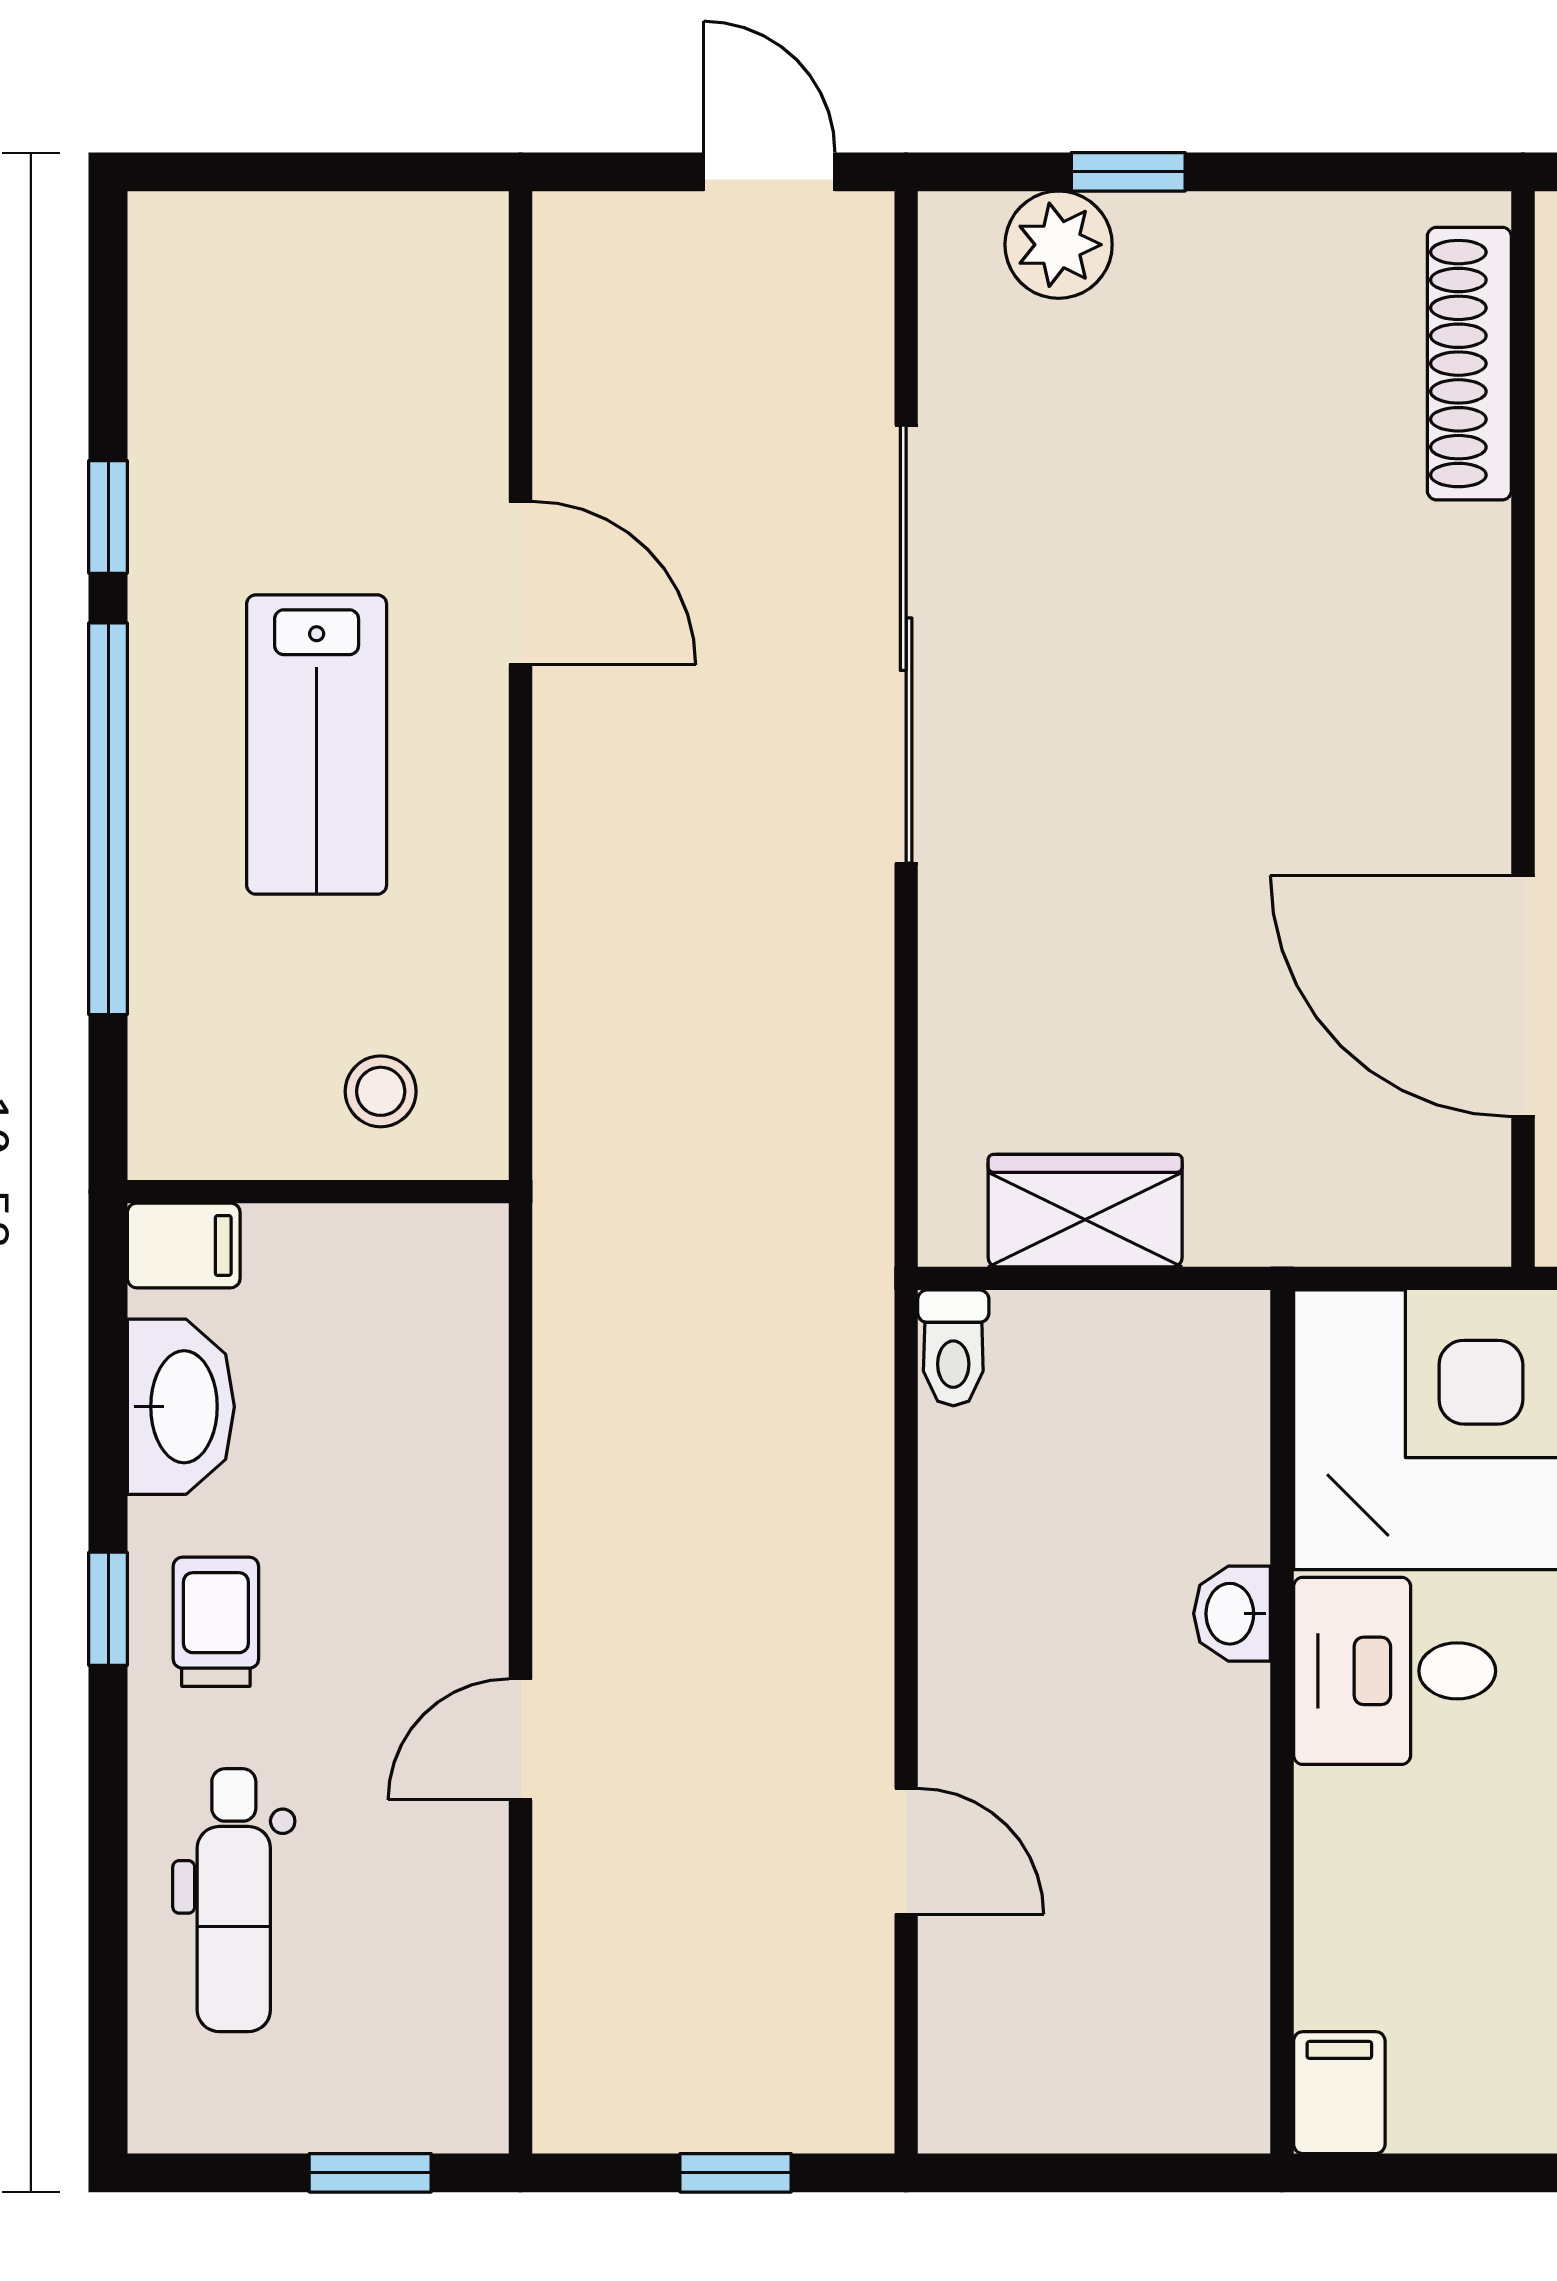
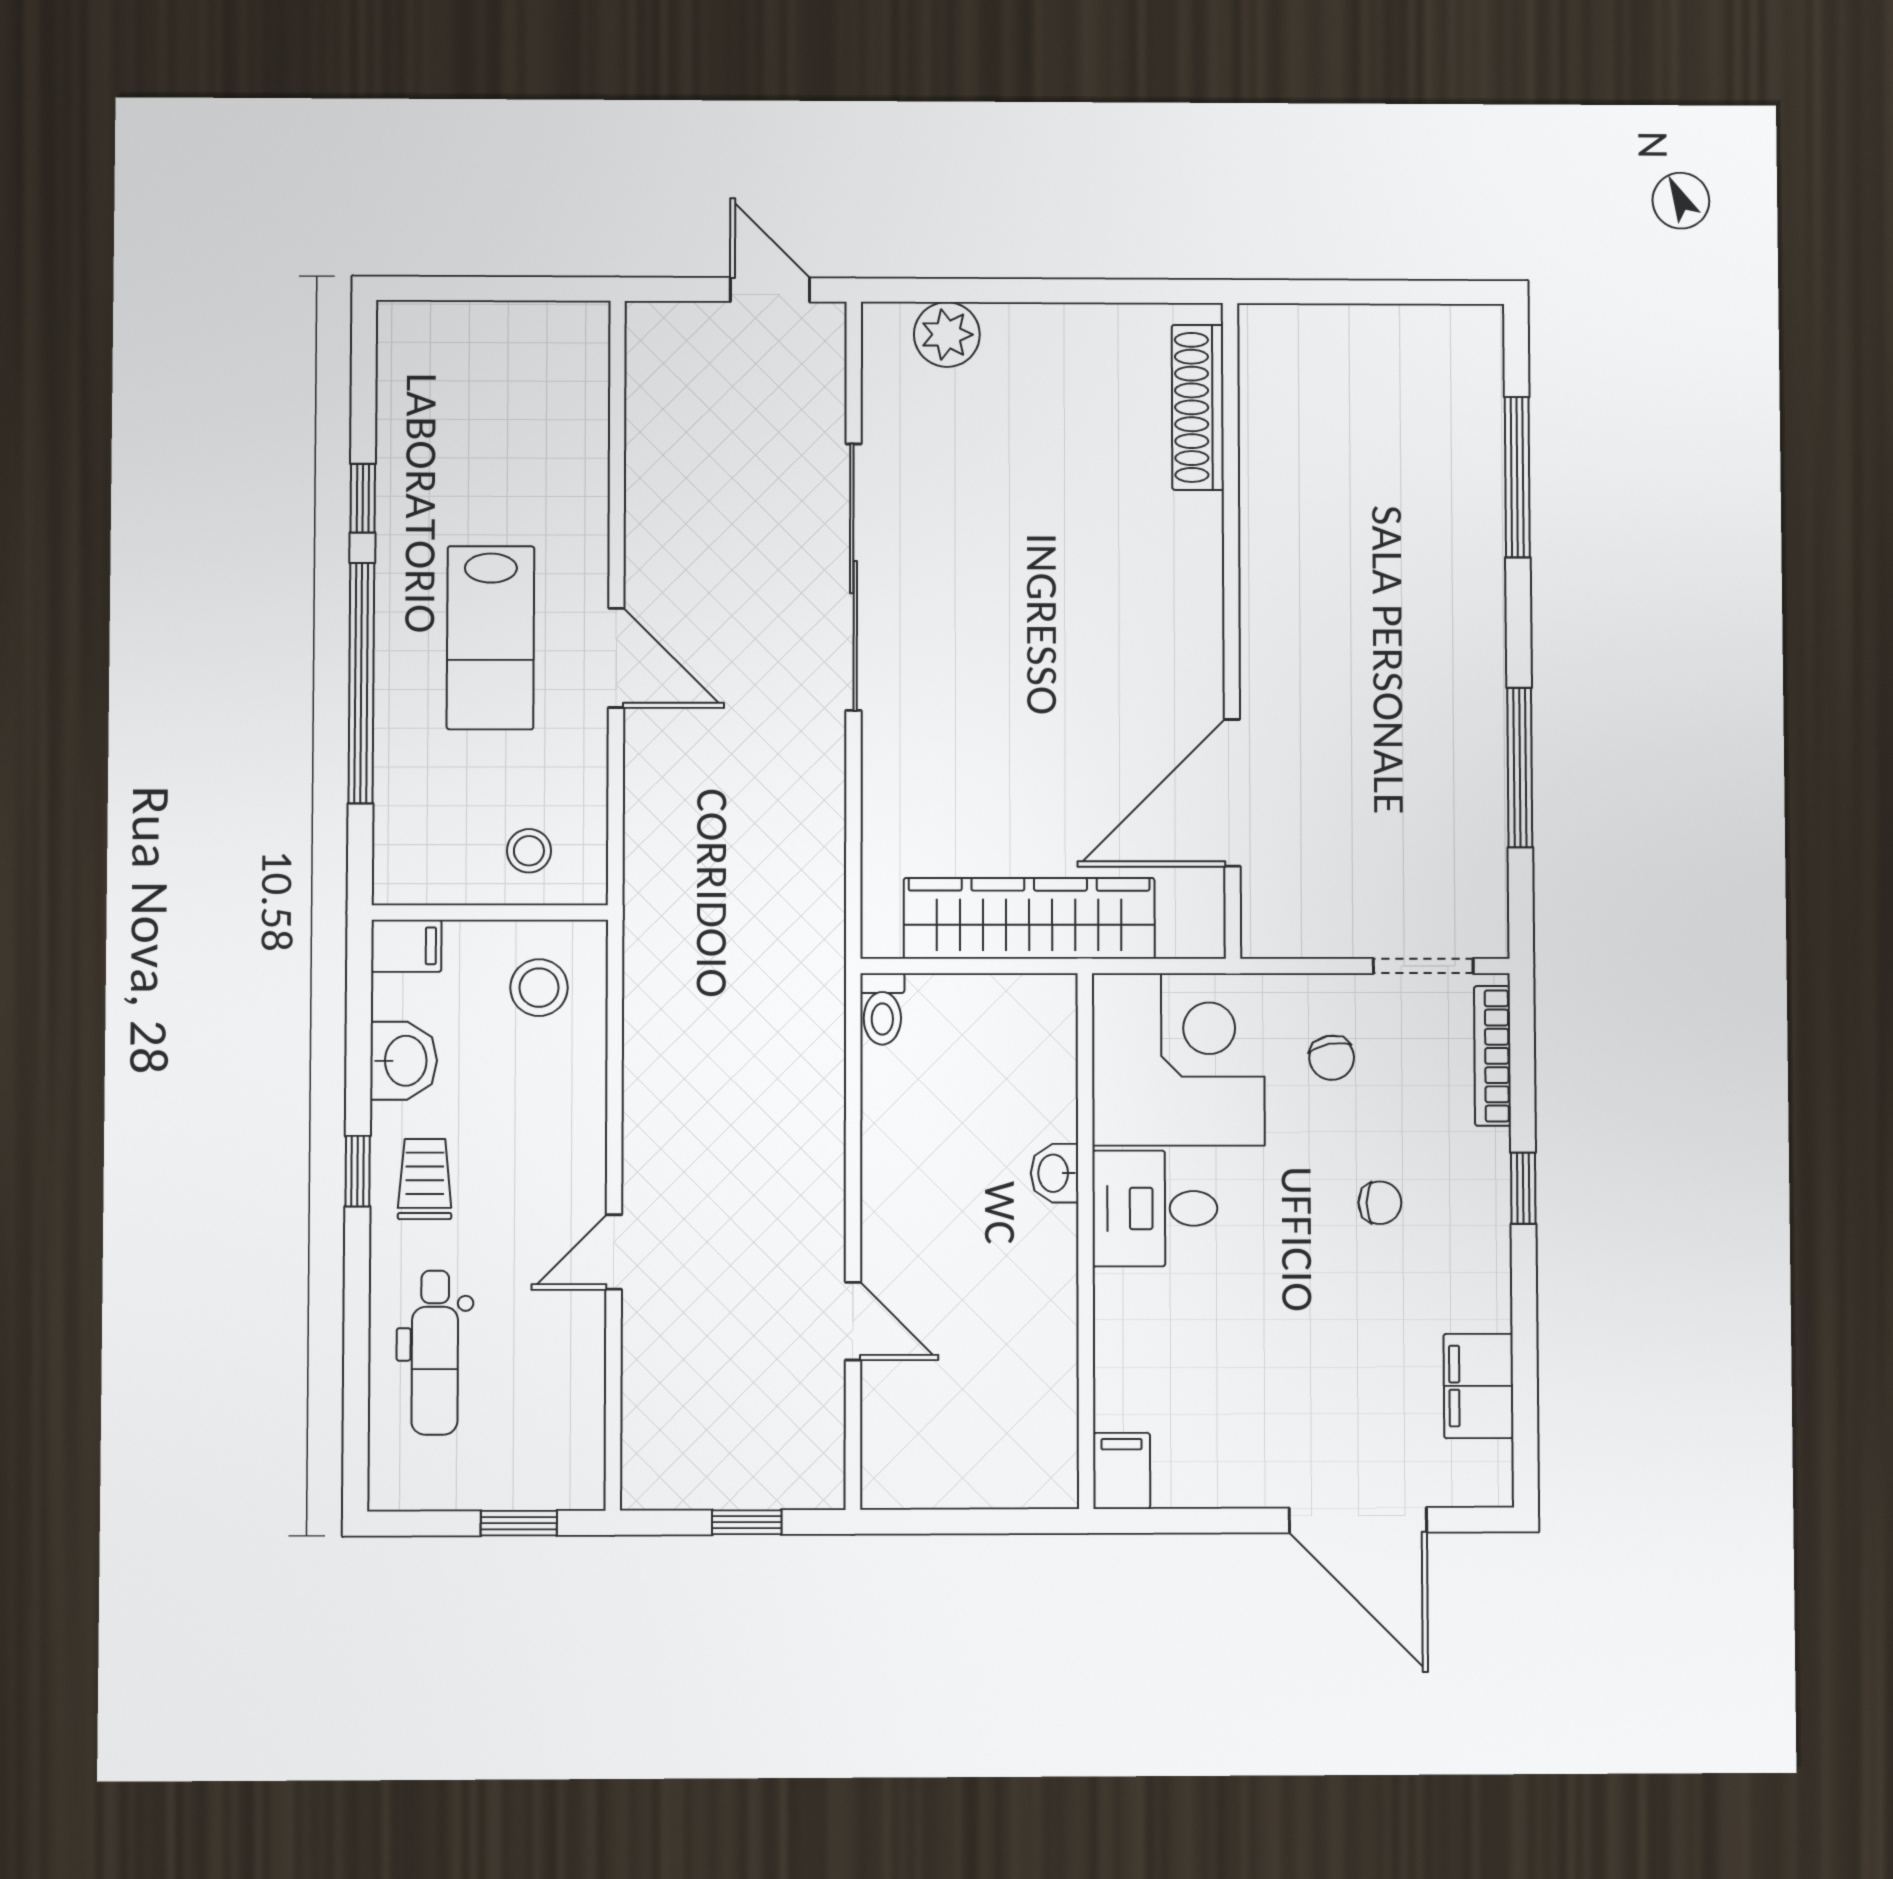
window: (1128, 172) -> (989, 291), removed
door: (521, 583) -> (616, 658), moved
door: (1523, 996) -> (1232, 793), hinge flipped
wardrobe: (1085, 1211) -> (1029, 918), width x2.10, depth x1.17
stool: (398, 1313) -> (539, 988), added
washbasin: (181, 1407) -> (404, 1061), width x0.72

